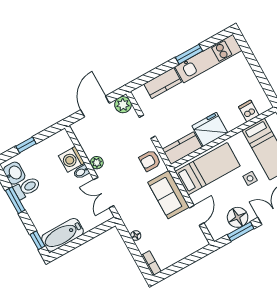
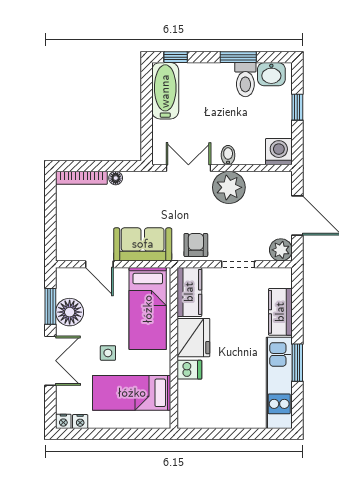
dishwasher: (249, 111) -> (189, 370), moved
washing machine: (71, 159) -> (279, 152), moved
plant: (97, 163) -> (229, 187), width x1.87, depth x1.87
bookcase: (151, 263) -> (81, 178), width x1.56

